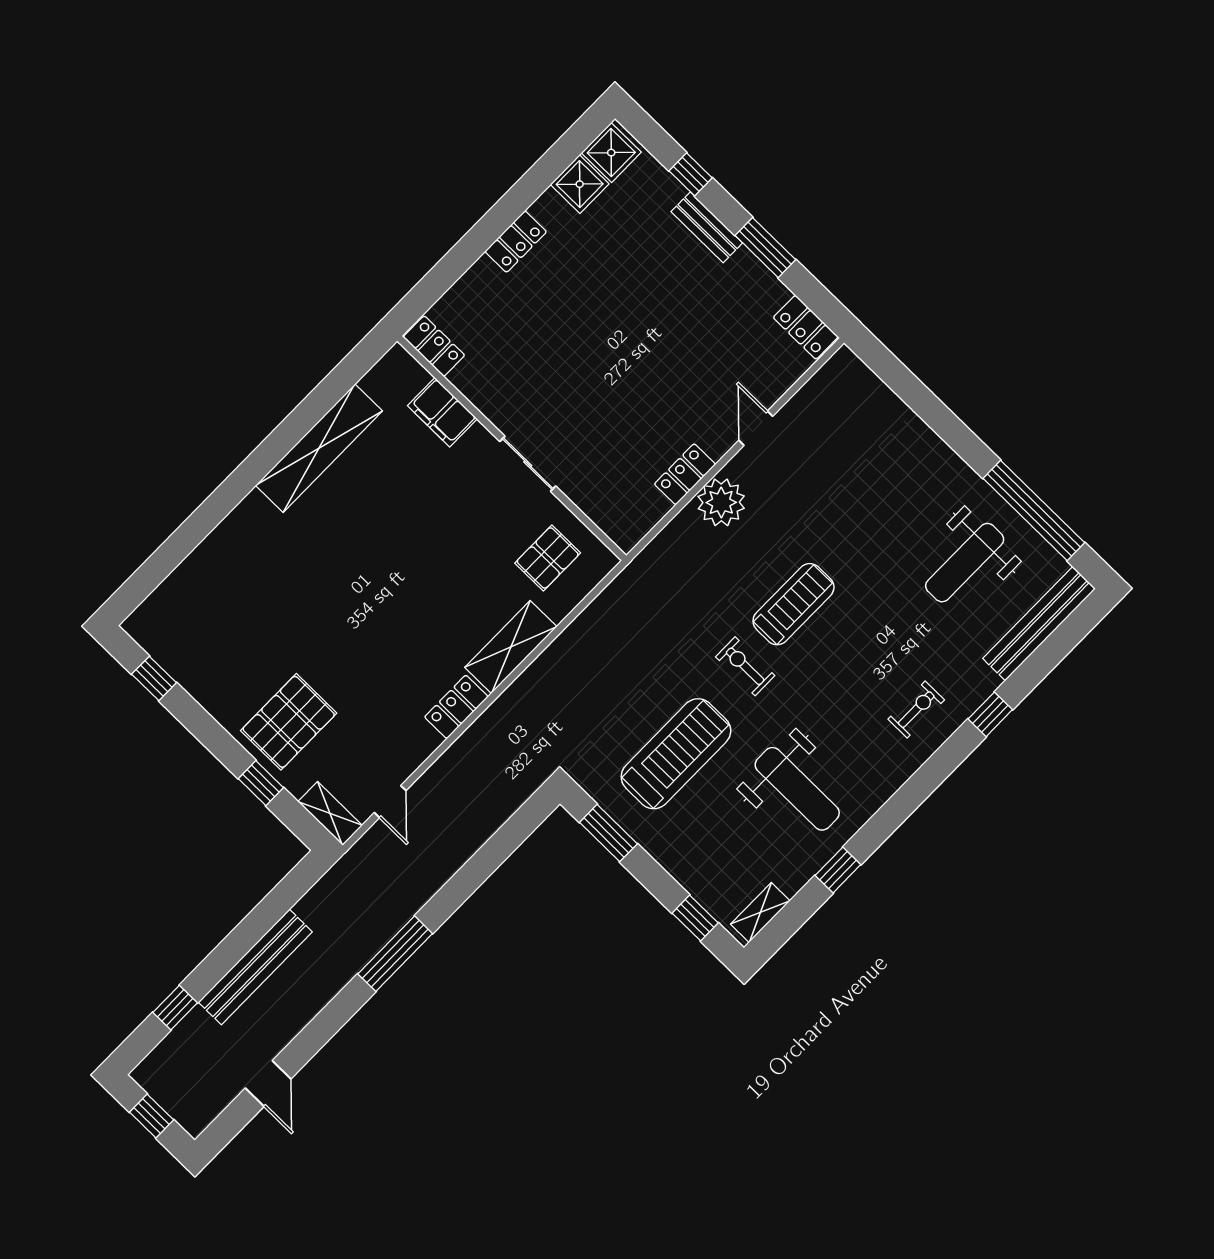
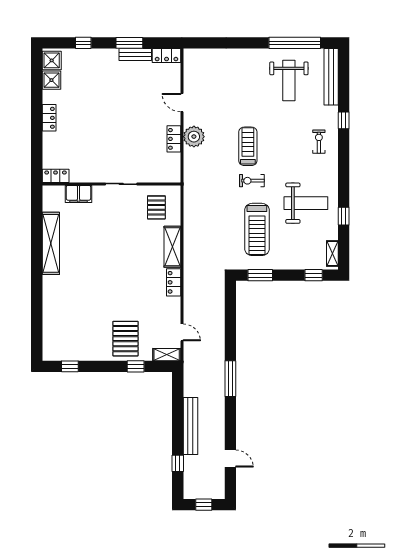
bench: (707, 227) -> (135, 55), moved
treadmill: (676, 754) -> (257, 229), turned 180

